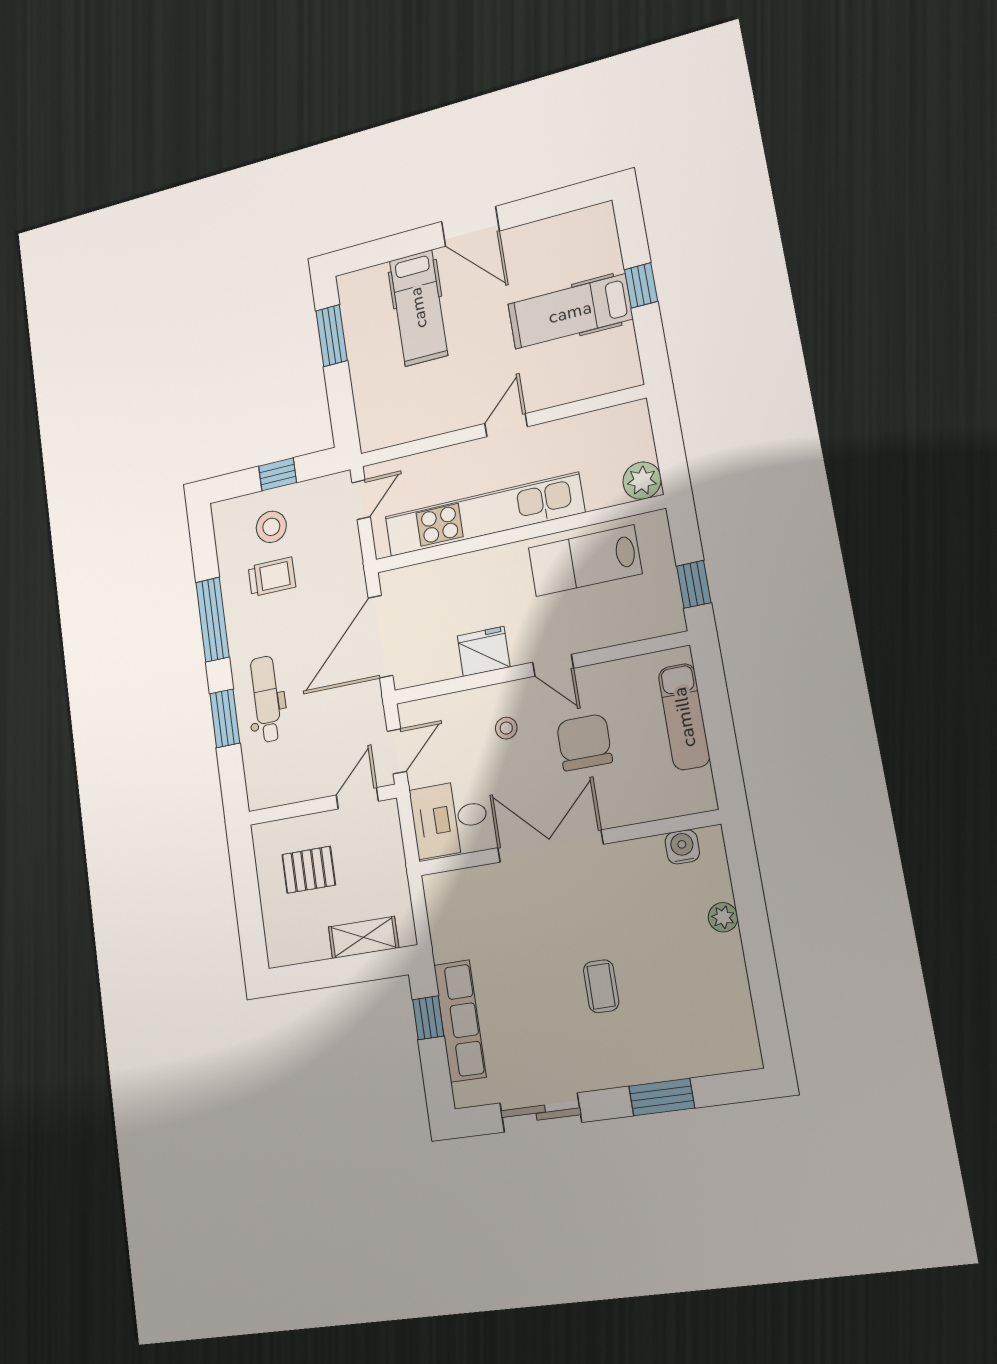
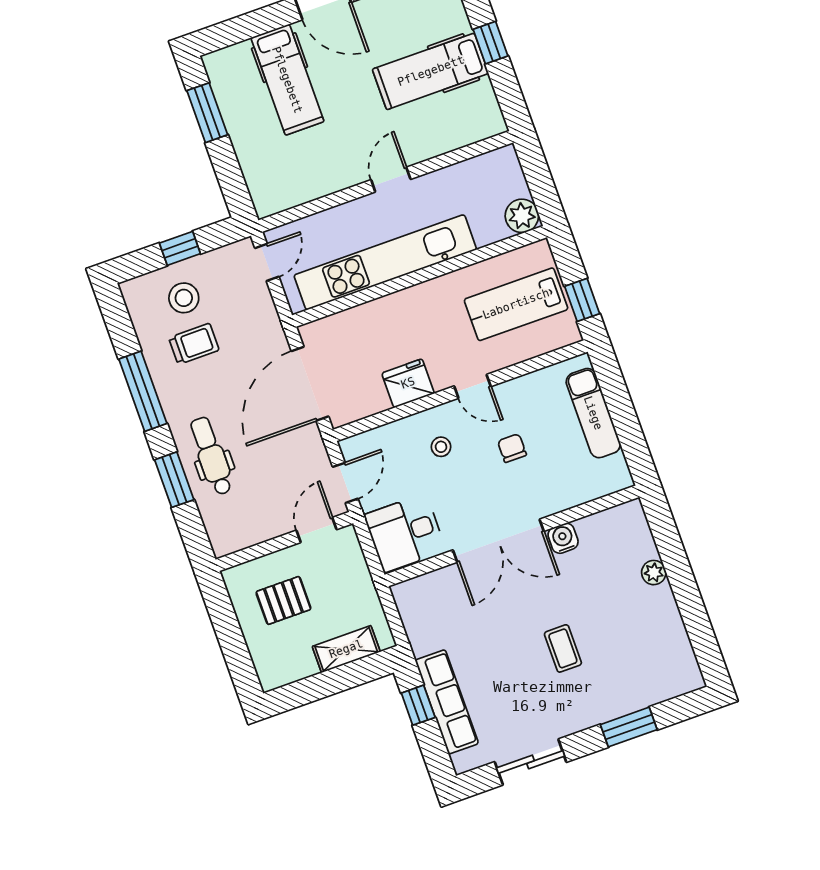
lab bench: (585, 561) -> (516, 304), moved
chair: (584, 742) -> (512, 448), width x0.54, depth x0.54
double door: (550, 846) -> (498, 541), swing flipped
water cooler: (682, 847) -> (563, 538), moved

